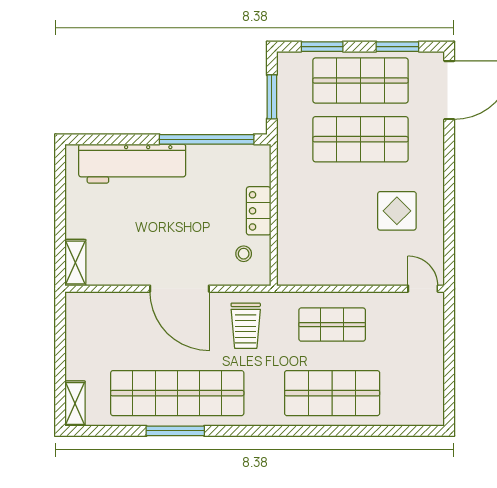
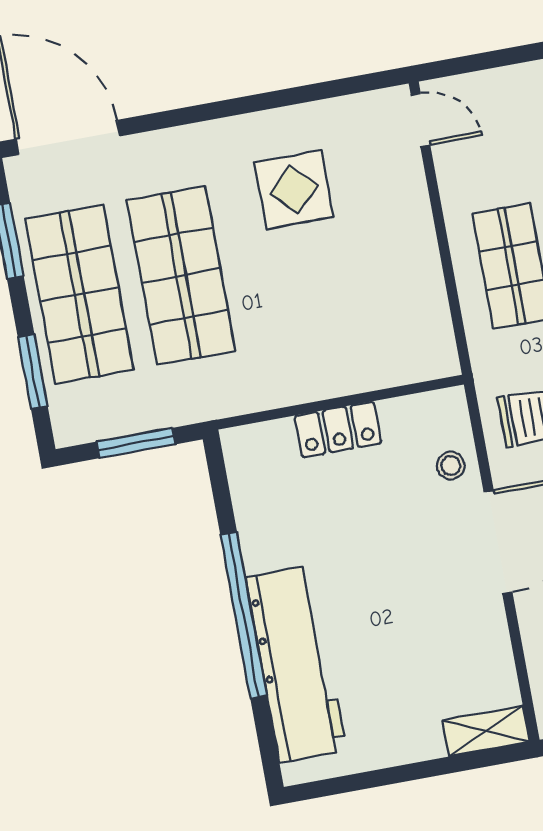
window: (207, 139) -> (244, 615), moved
stool: (244, 254) -> (451, 465), moved
door: (423, 289) -> (421, 120), swing flipped

